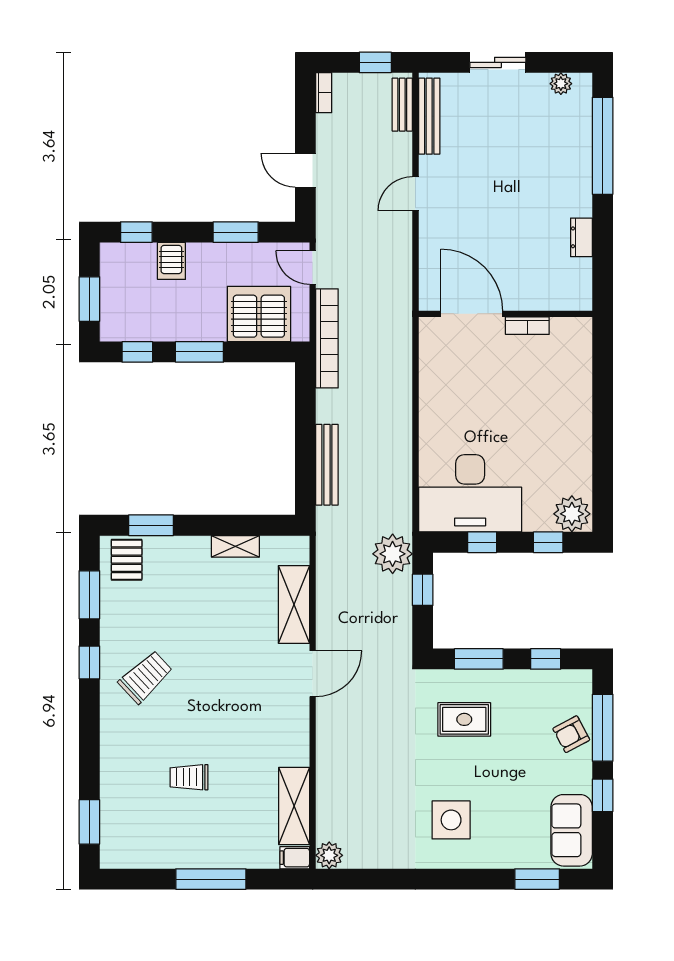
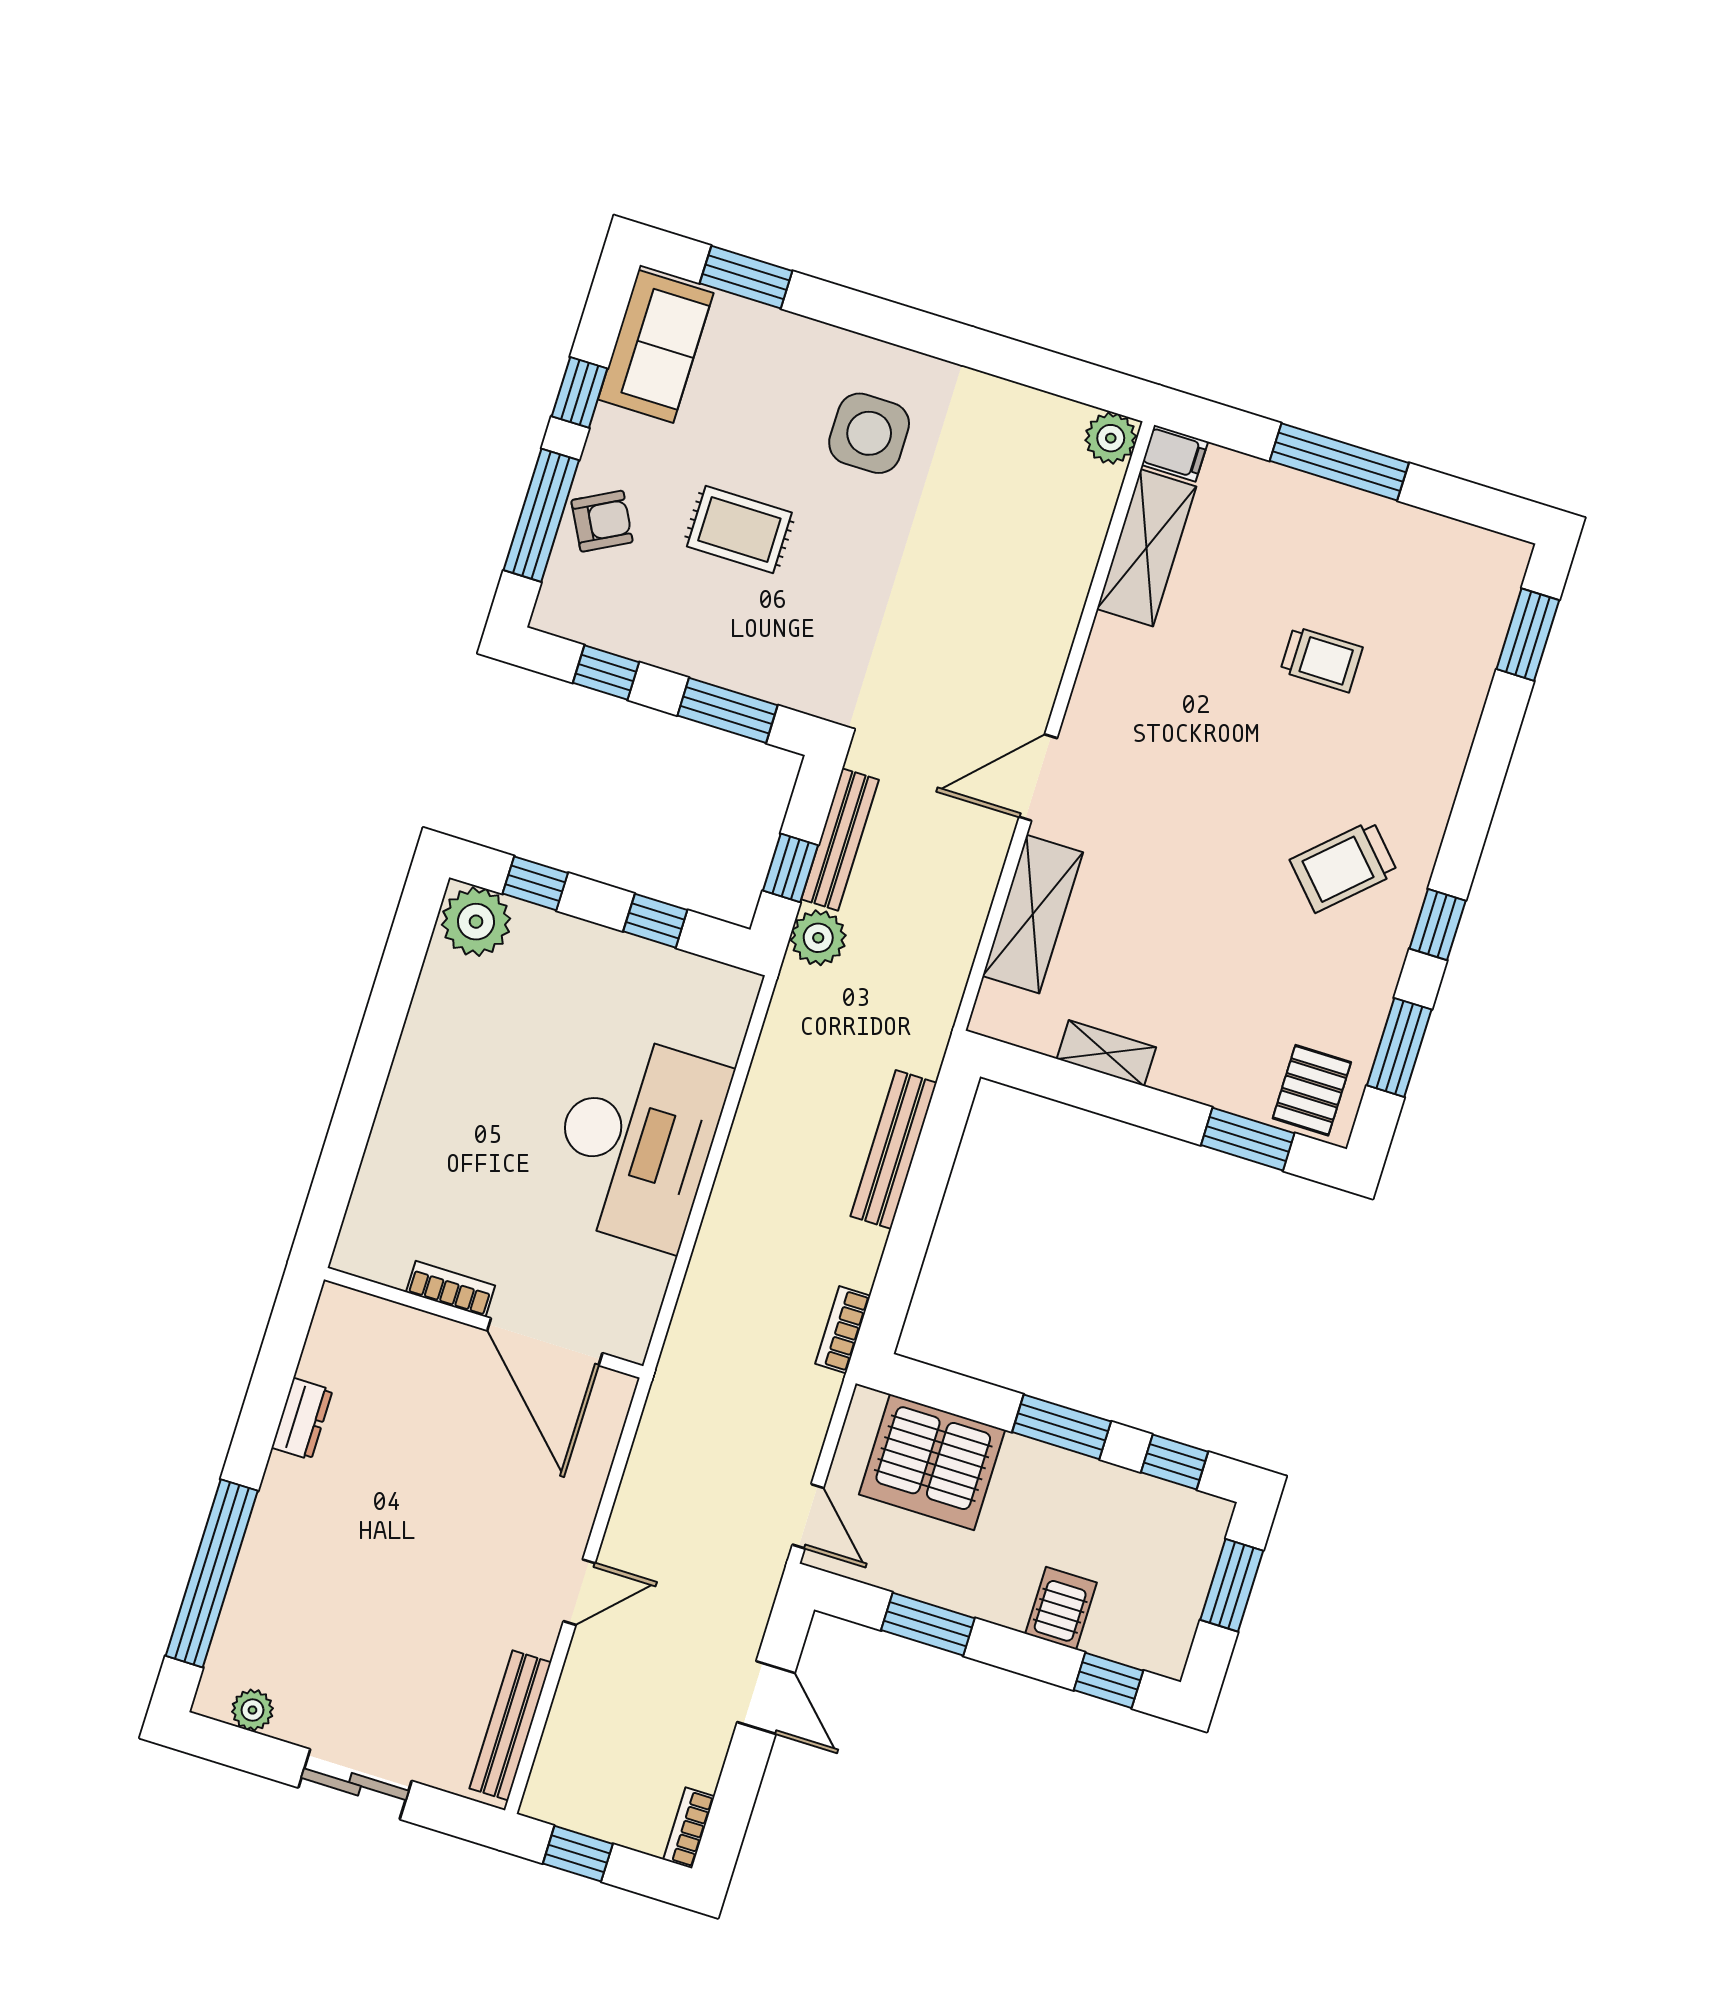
bench: (402, 105) -> (840, 839), moved, width x1.36
bookcase: (327, 338) -> (843, 1330), width x0.43, depth x0.76
desk: (470, 493) -> (637, 1141), moved, turned 90
plant: (393, 554) -> (818, 938), width x0.73, depth x0.73
rug: (464, 719) -> (739, 529), moved

